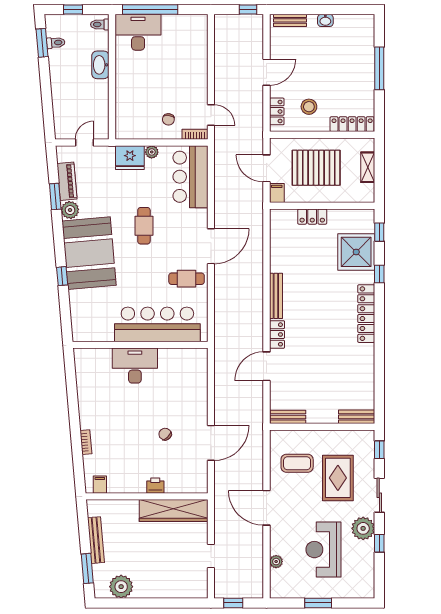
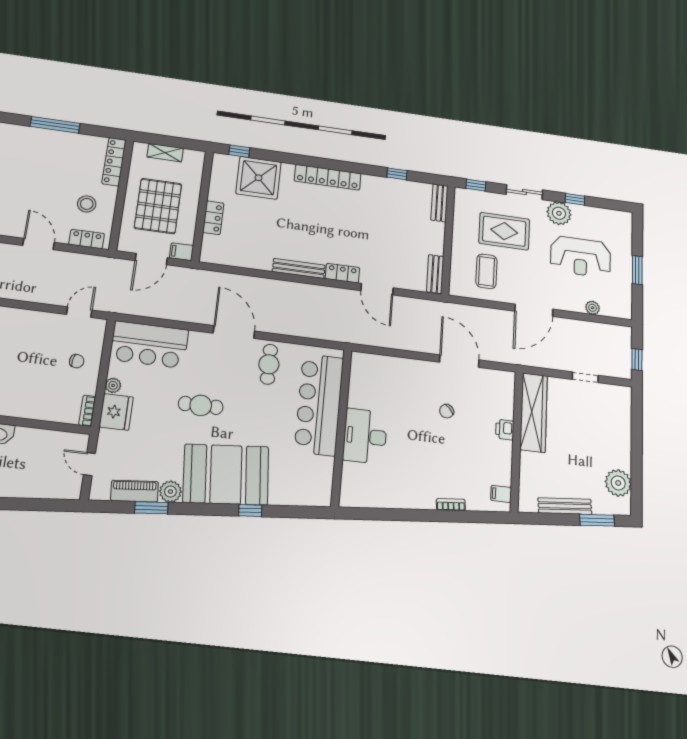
bookcase: (195, 134) -> (87, 411), moved
window: (379, 274) -> (397, 174), moved

